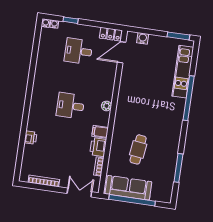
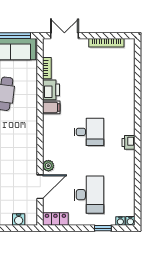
desk: (78, 51) -> (89, 195), width x1.37
door: (122, 52) -> (40, 187), moved
plant: (106, 106) -> (48, 166), moved
printer: (30, 138) -> (129, 142), moved
double door: (79, 193) -> (64, 36), swing flipped

